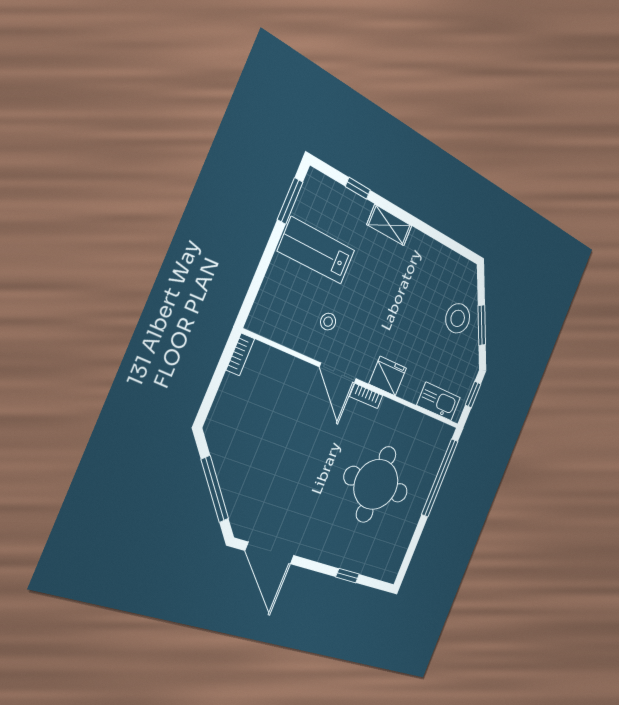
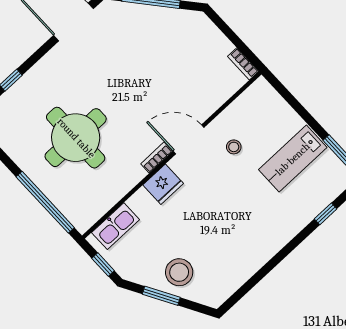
shelving: (389, 225) -> (286, 232), removed
lab bench: (317, 251) -> (293, 159), turned 180

